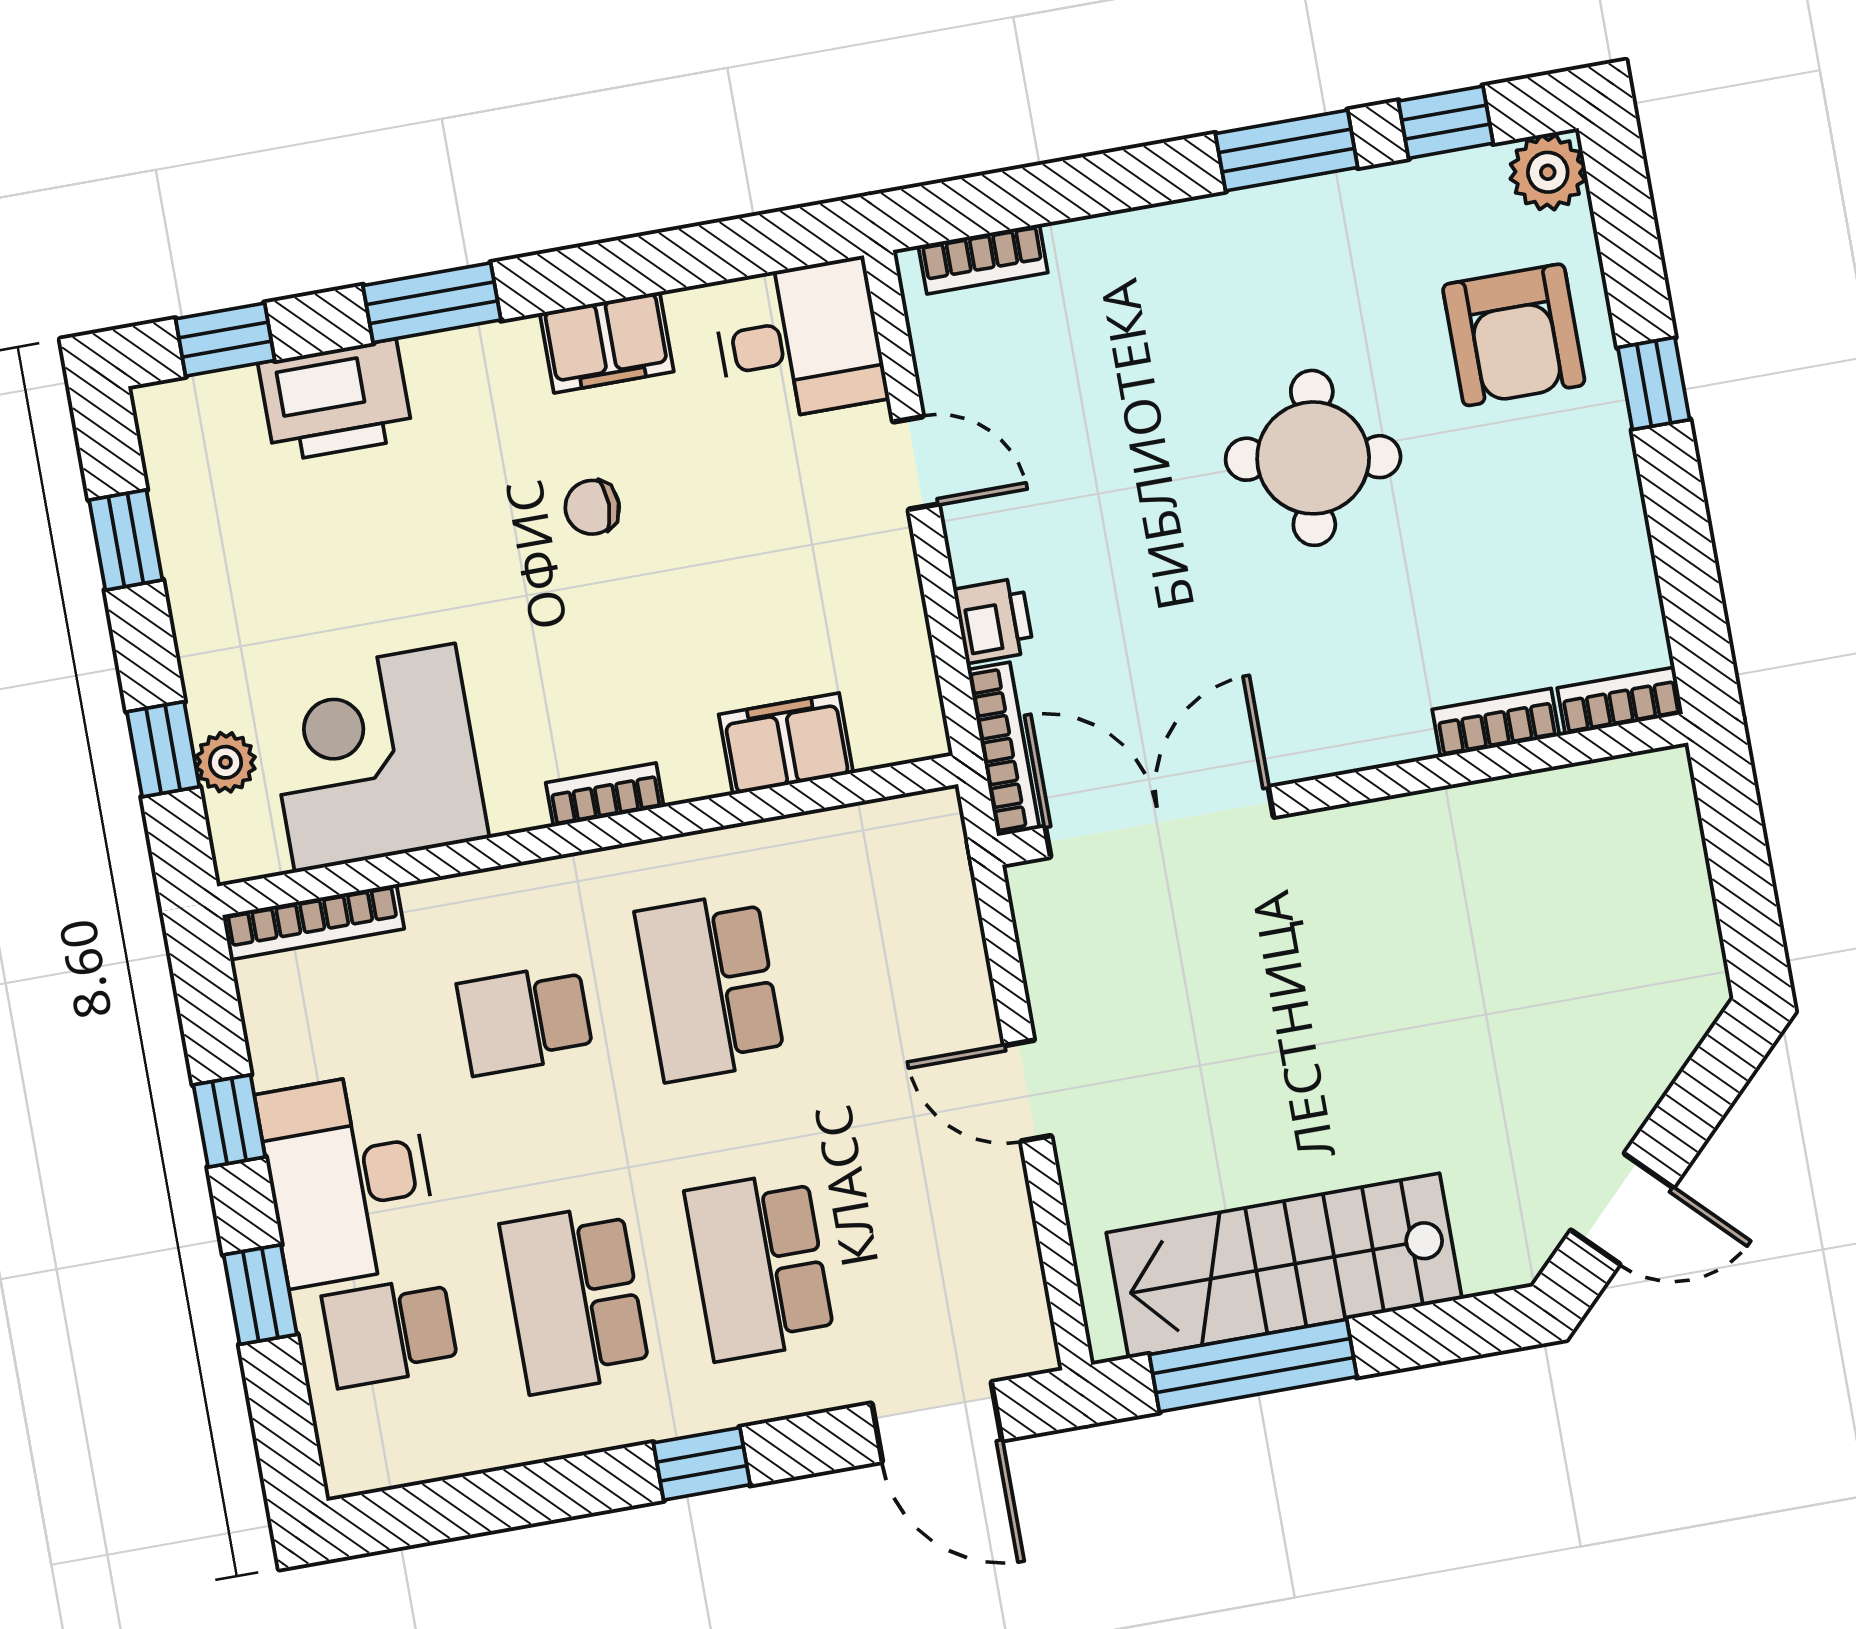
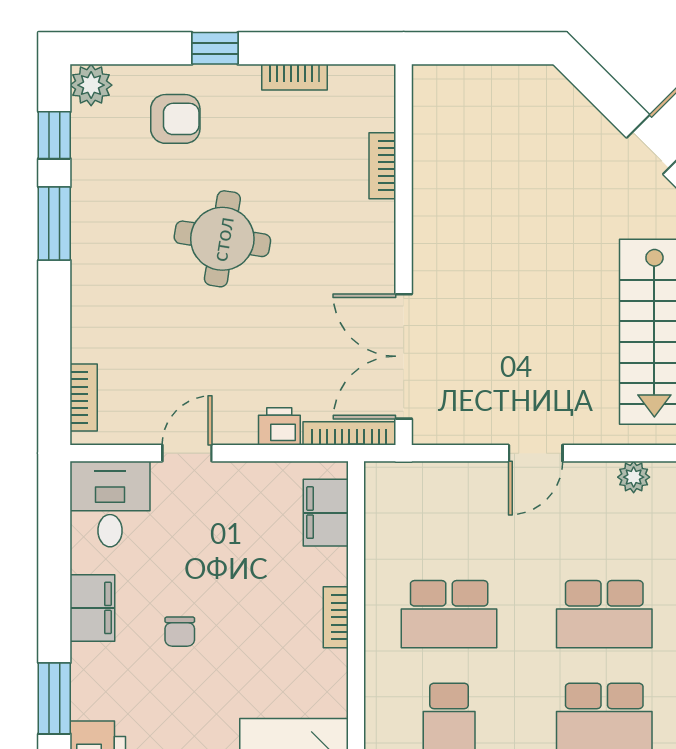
armchair: (1514, 335) -> (175, 119), width x0.72, depth x0.72
bookcase: (1620, 701) -> (295, 77), moved, turned -90
filing cabinet: (786, 744) -> (326, 513), moved
bookcase: (605, 795) -> (336, 617), moved
plant: (1016, 1275) -> (634, 477), added

